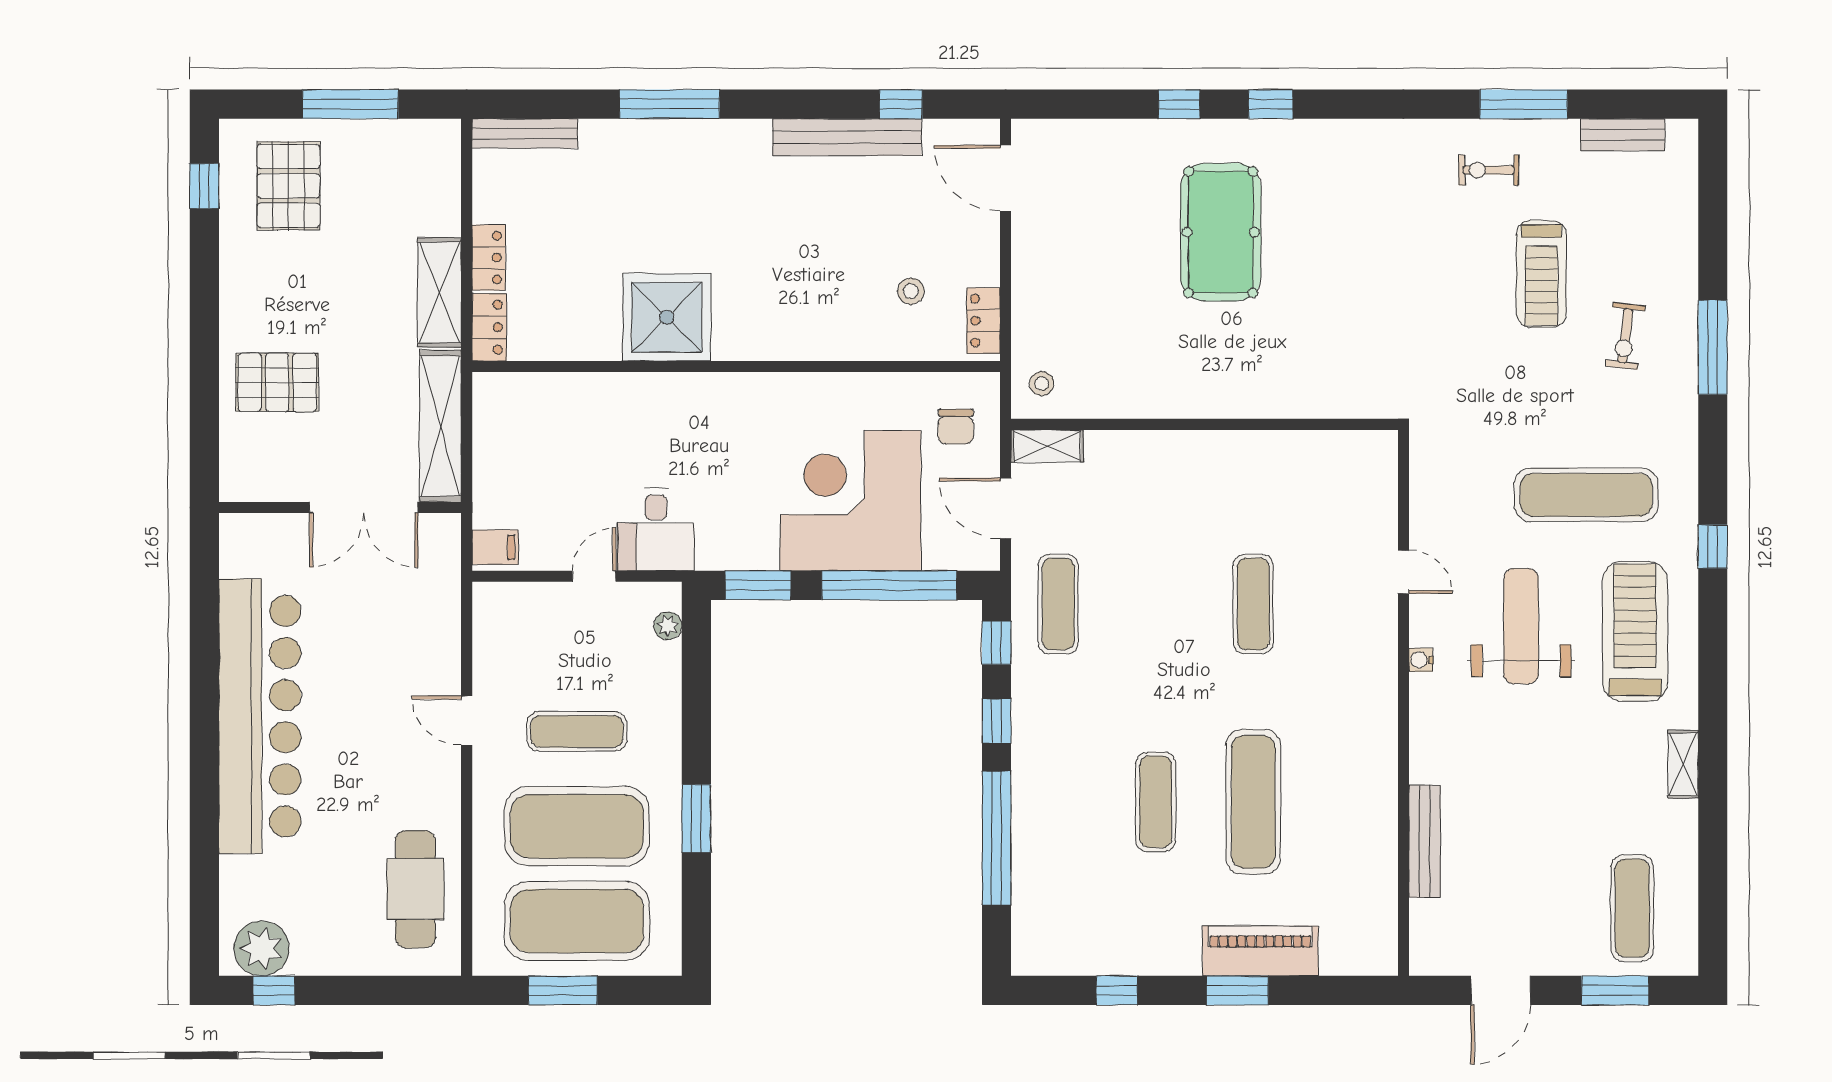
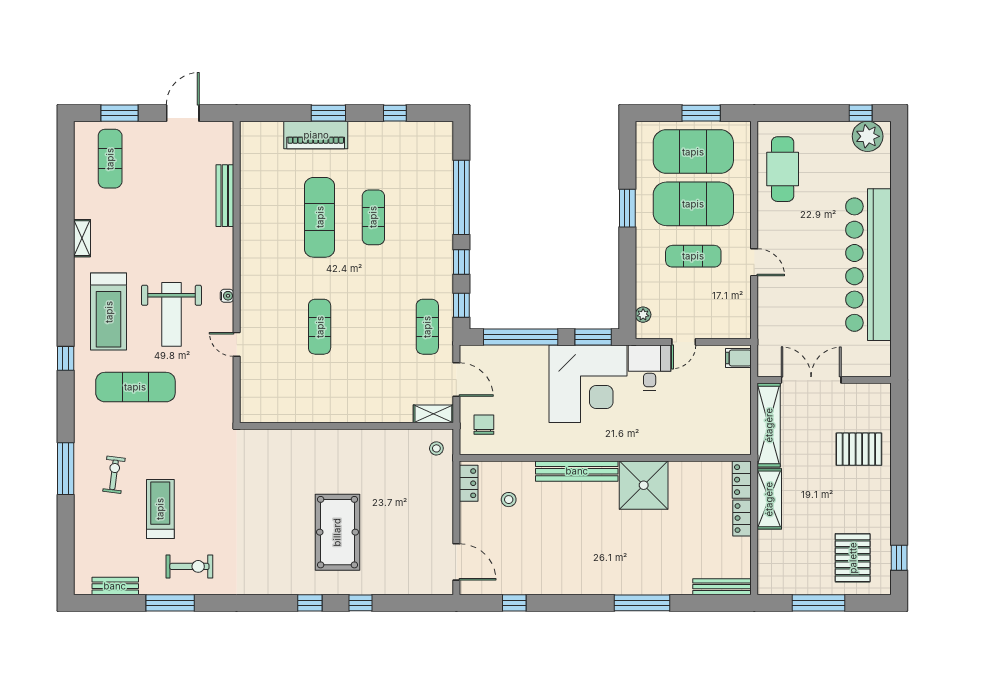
bench: (847, 137) -> (577, 471), moved
exercise bike: (1489, 170) -> (189, 566), width x1.38, depth x1.39
corner desk: (850, 501) -> (588, 384), moved

